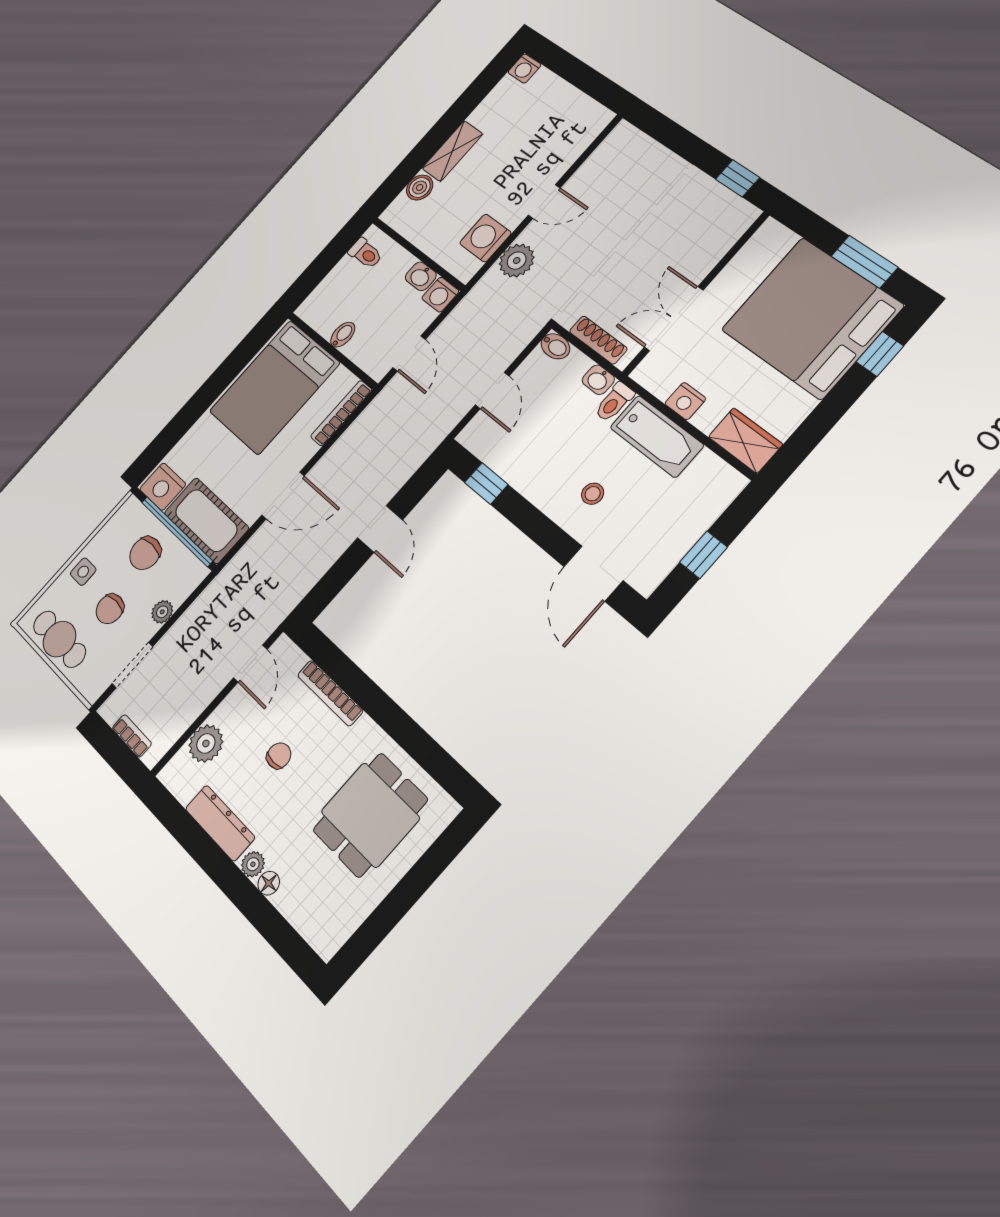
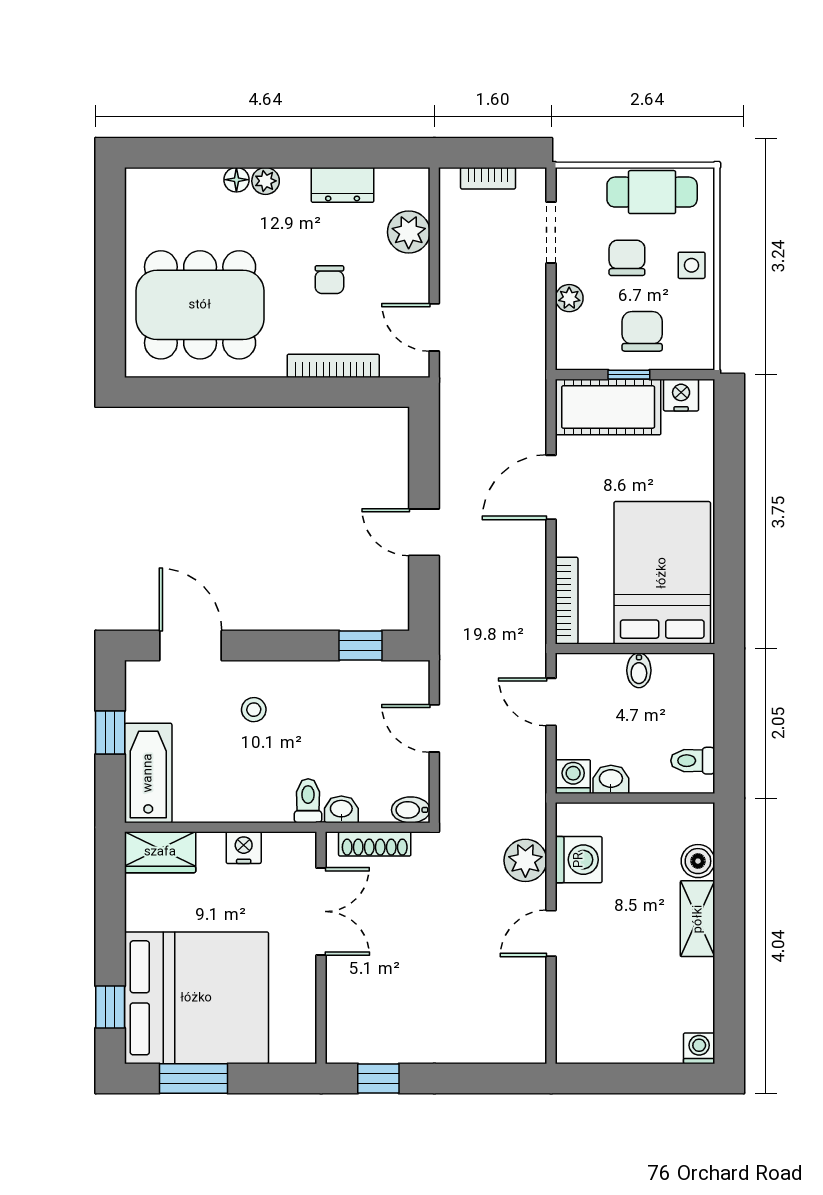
bathtub: (657, 436) -> (148, 773), moved, turned 90
nightstand: (163, 487) -> (681, 395), width x0.74, depth x0.75
window: (177, 531) -> (629, 375), width x0.32
dining table: (370, 815) -> (200, 305), width x1.38
dresser: (220, 823) -> (343, 185), width x0.70

